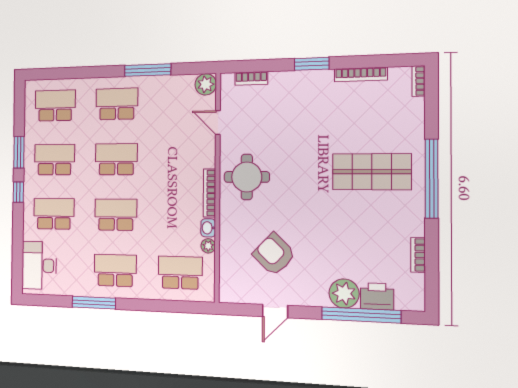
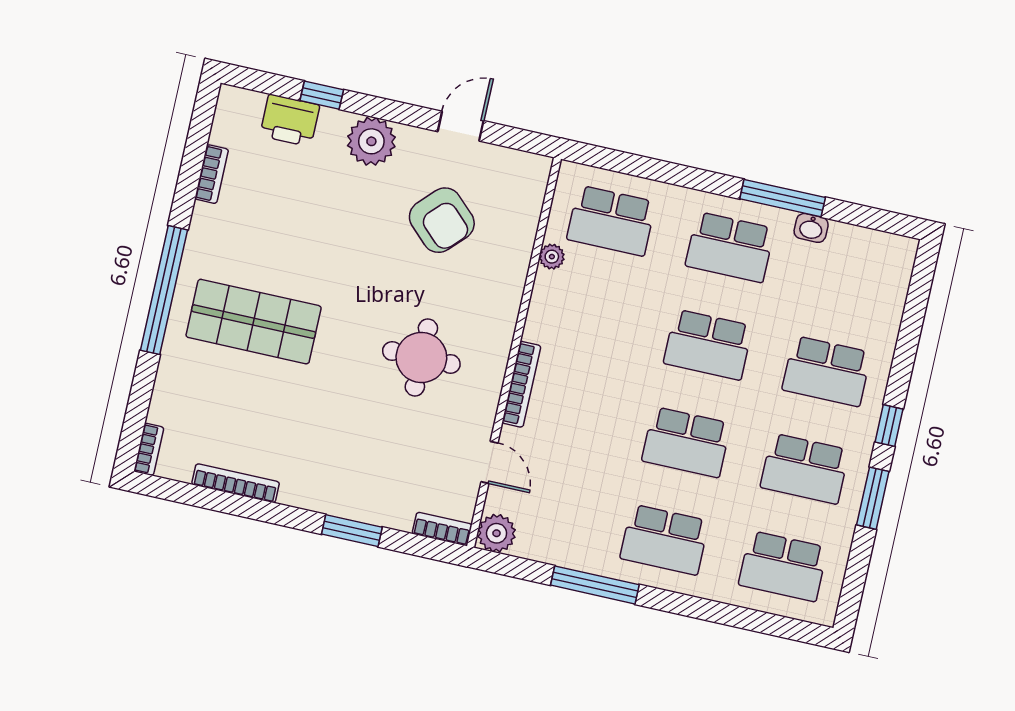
window: (312, 64) -> (352, 531), moved
bookcase: (251, 78) -> (442, 529), moved
round table: (247, 177) -> (421, 357), moved
bookcase: (210, 193) -> (521, 384), moved
washbasin: (208, 228) -> (811, 228), moved, turned 90
desk: (39, 265) -> (875, 284), removed
plant: (344, 293) -> (371, 141), moved
window: (361, 315) -> (322, 95), width x0.32

